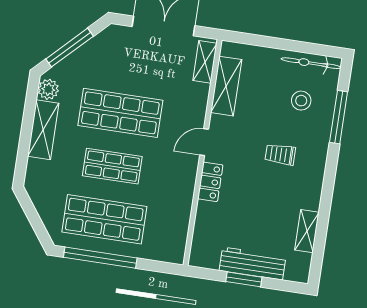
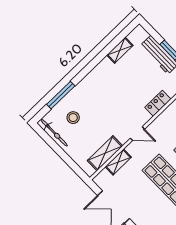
shelving: (205, 62) -> (118, 162), moved
trolley: (280, 154) -> (104, 99), removed
locker: (210, 182) -> (158, 103), moved

